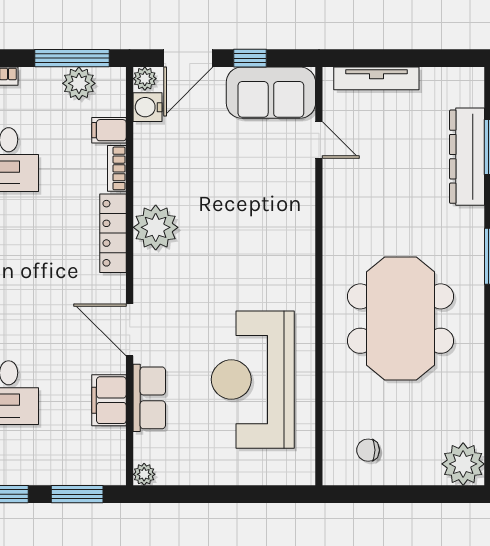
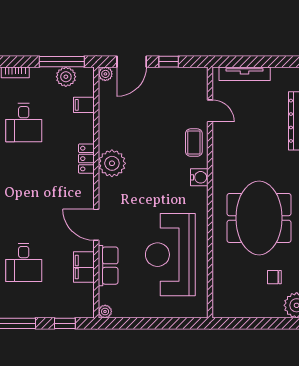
sofa: (271, 93) -> (181, 82), removed
water cooler: (147, 107) -> (199, 177), moved, turned 180
bookcase: (117, 168) -> (89, 128), removed
coffee table: (292, 193) -> (194, 143), added
locker: (113, 233) -> (86, 159), width x0.66
chair: (368, 450) -> (274, 277), moved
window: (77, 494) -> (65, 323), width x0.67

